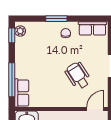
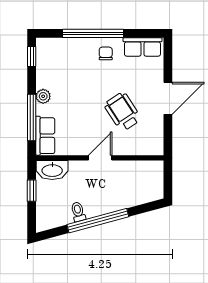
window: (56, 19) -> (93, 33), width x2.11
plant: (20, 31) -> (43, 96), moved
door: (95, 109) -> (100, 158), moved

